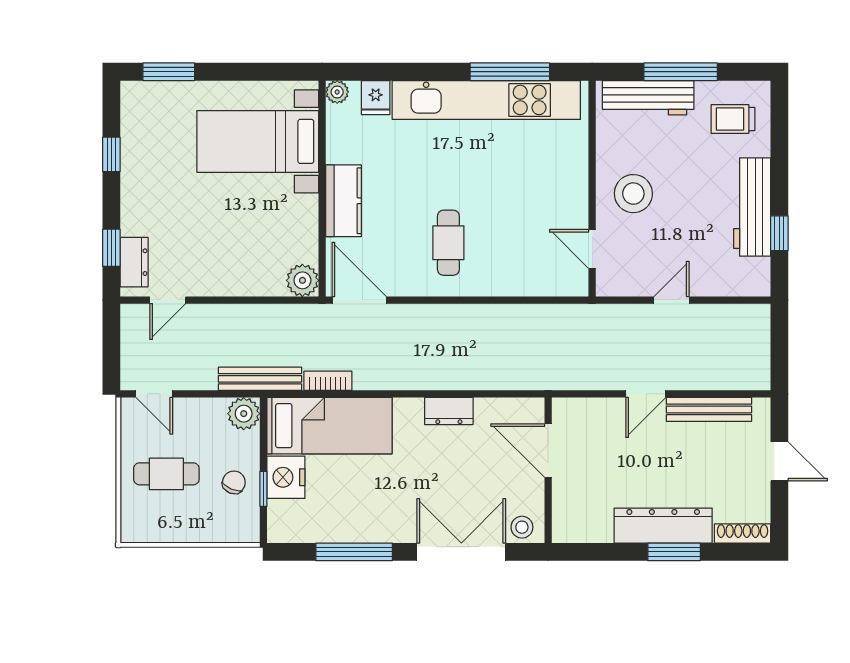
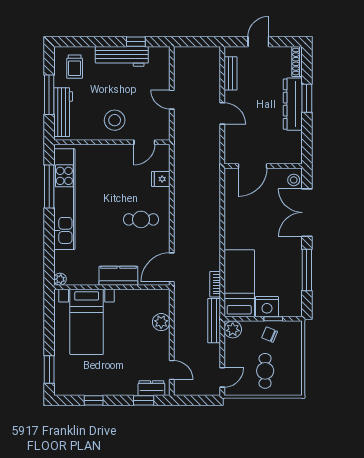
fridge: (376, 98) -> (161, 179), moved, turned 180
plant: (302, 280) -> (161, 322), moved
bench: (709, 409) -> (230, 73), width x0.73
dresser: (449, 411) -> (231, 219), removed

